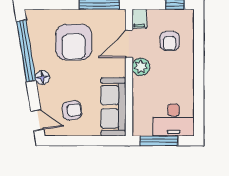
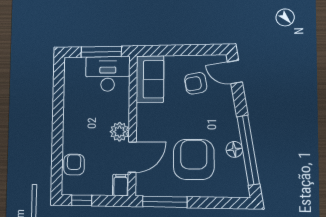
armchair: (170, 41) -> (74, 165), moved
floor lamp: (42, 77) -> (234, 149), moved
sofa: (113, 107) -> (150, 79), width x0.73
desk: (174, 120) -> (108, 74), moved

